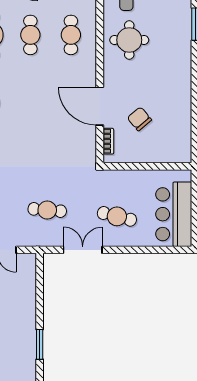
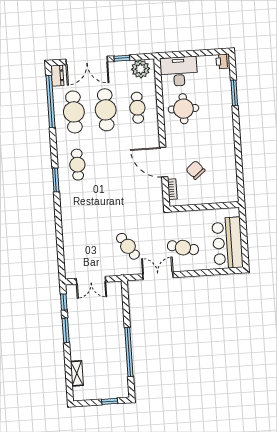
cafe table: (30, 35) -> (106, 110), width x1.37, depth x1.35
cafe table: (47, 210) -> (128, 246), turned 51
window: (40, 344) -> (129, 352), width x2.11

